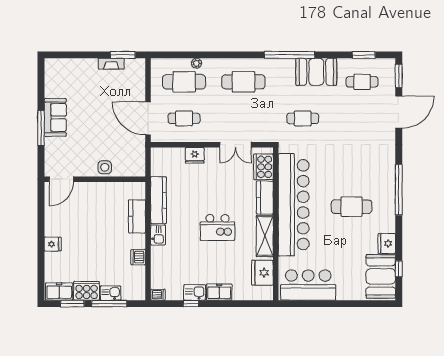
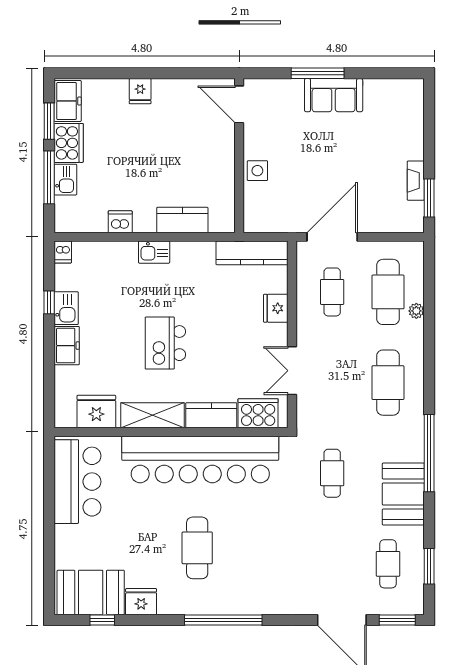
kitchen counter: (159, 200) -> (252, 253), moved

